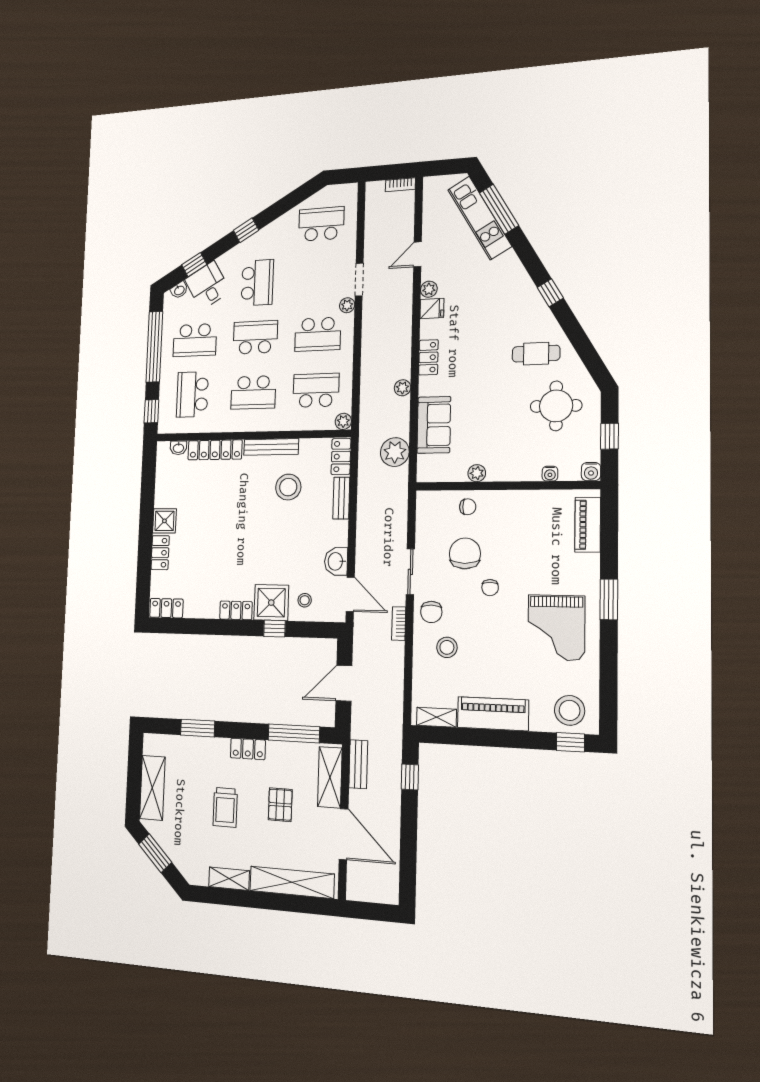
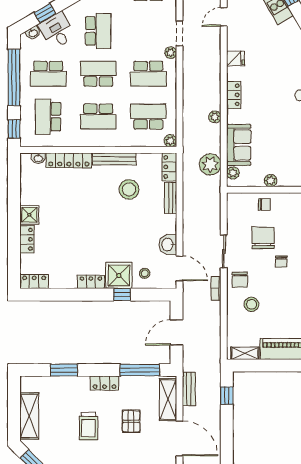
plant: (429, 289) -> (233, 173), moved

